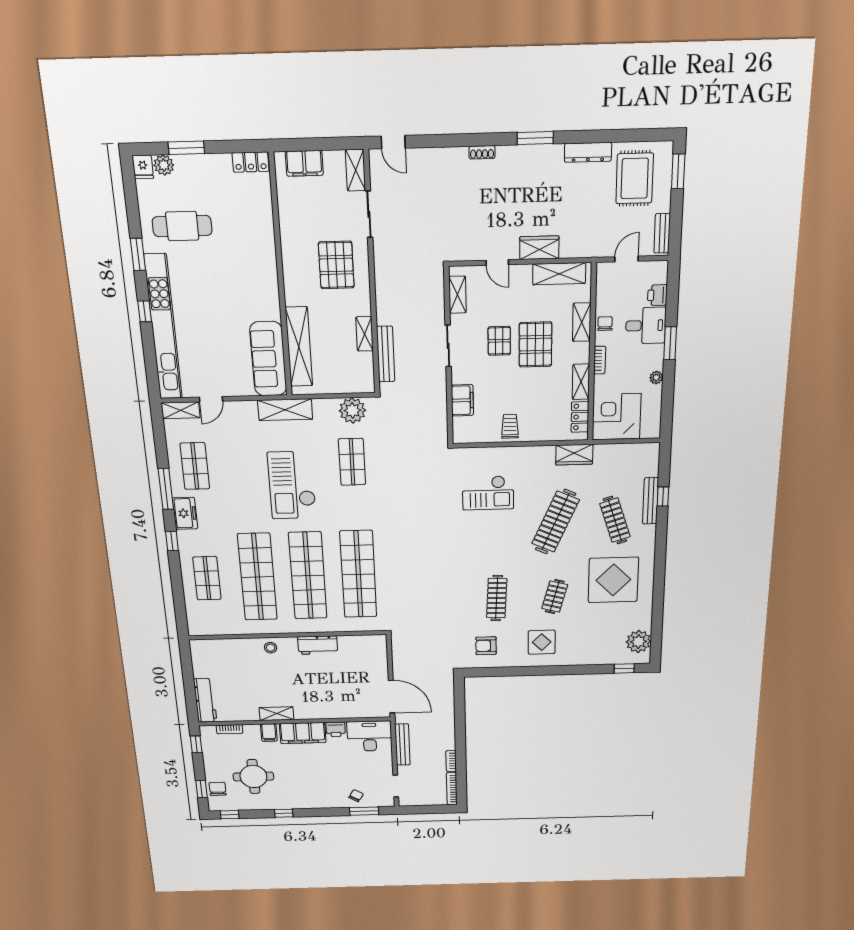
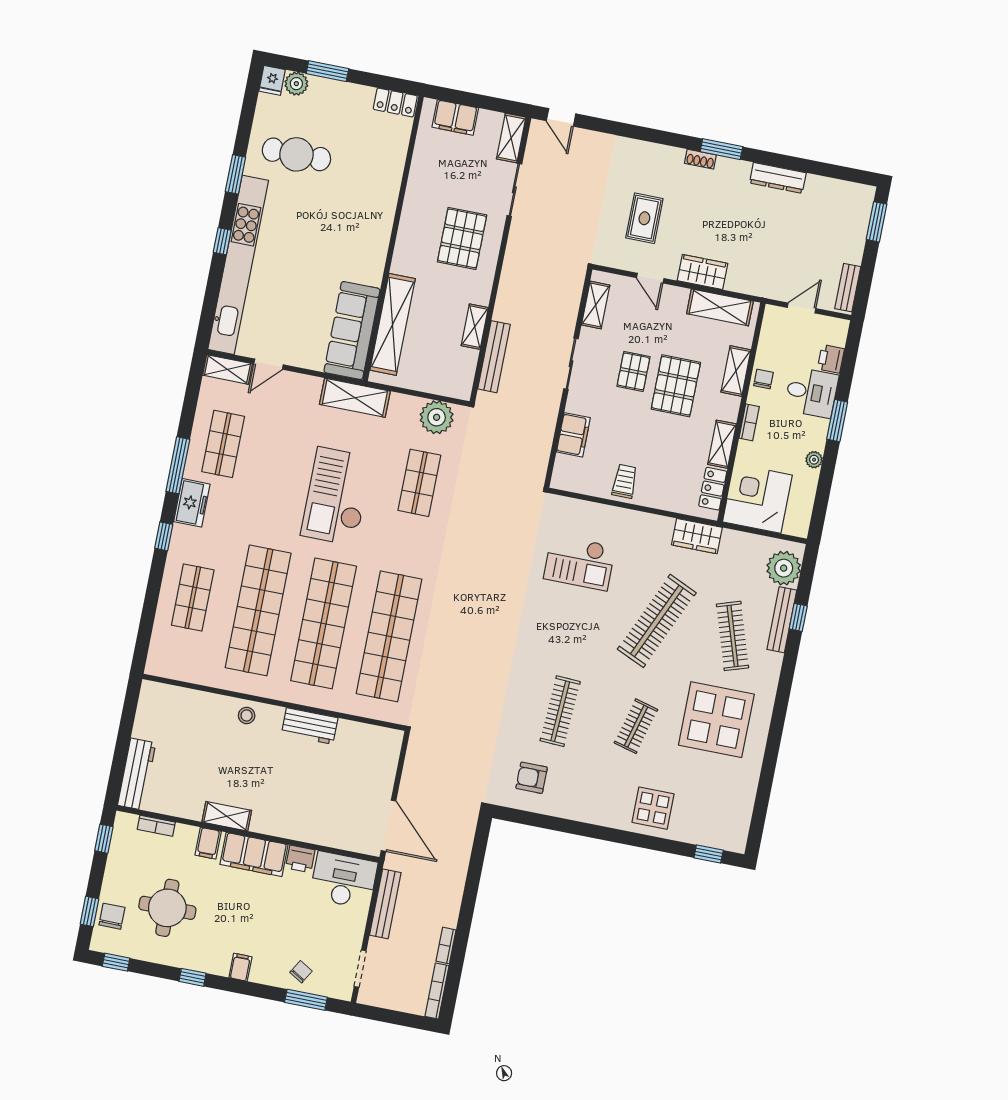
shoe rack: (482, 152) -> (700, 159), moved
rug: (635, 178) -> (644, 218), moved, width x0.73, depth x0.70
display table: (542, 642) -> (653, 808), moved
plant: (639, 642) -> (784, 568), moved
filing cabinet: (314, 801) -> (240, 967), added

